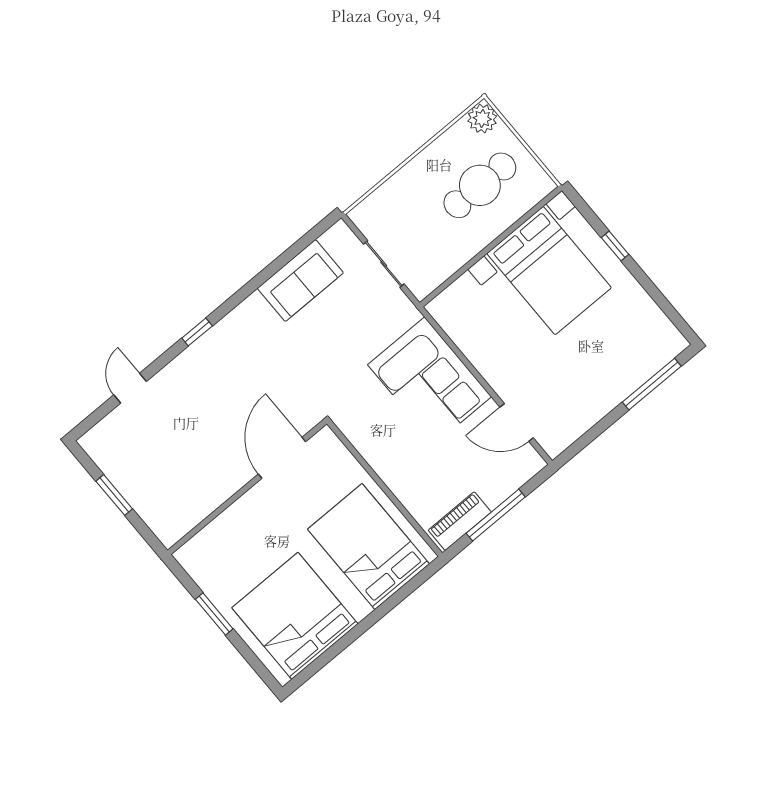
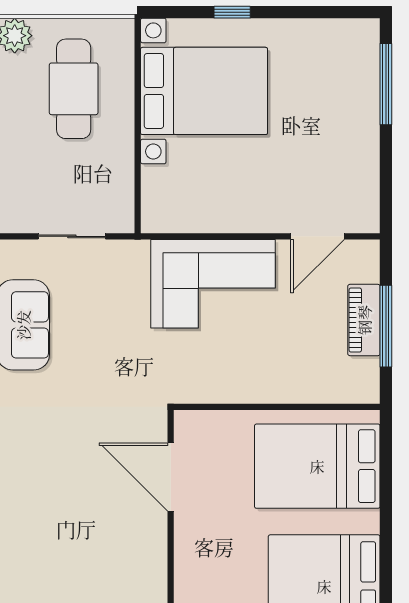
piano: (460, 521) -> (364, 320), moved

